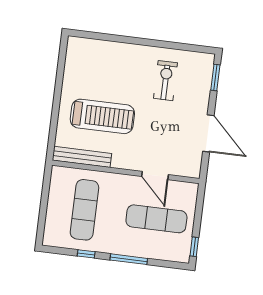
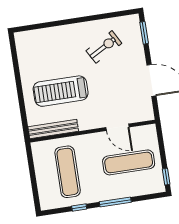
exercise bike: (165, 81) -> (104, 47), turned 61
treadmill: (102, 116) -> (61, 91), turned 180

